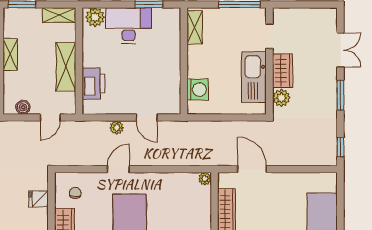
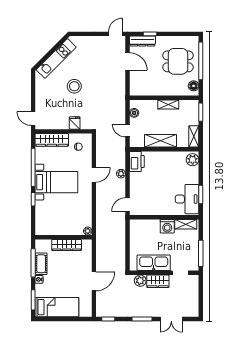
desk: (129, 26) -> (187, 199), moved
printer: (93, 83) -> (137, 161), moved, turned -90
washing machine: (198, 90) -> (167, 226), moved
door: (147, 118) -> (127, 205), moved
door: (118, 169) -> (94, 175), hinge flipped
door: (252, 169) -> (94, 281), moved

